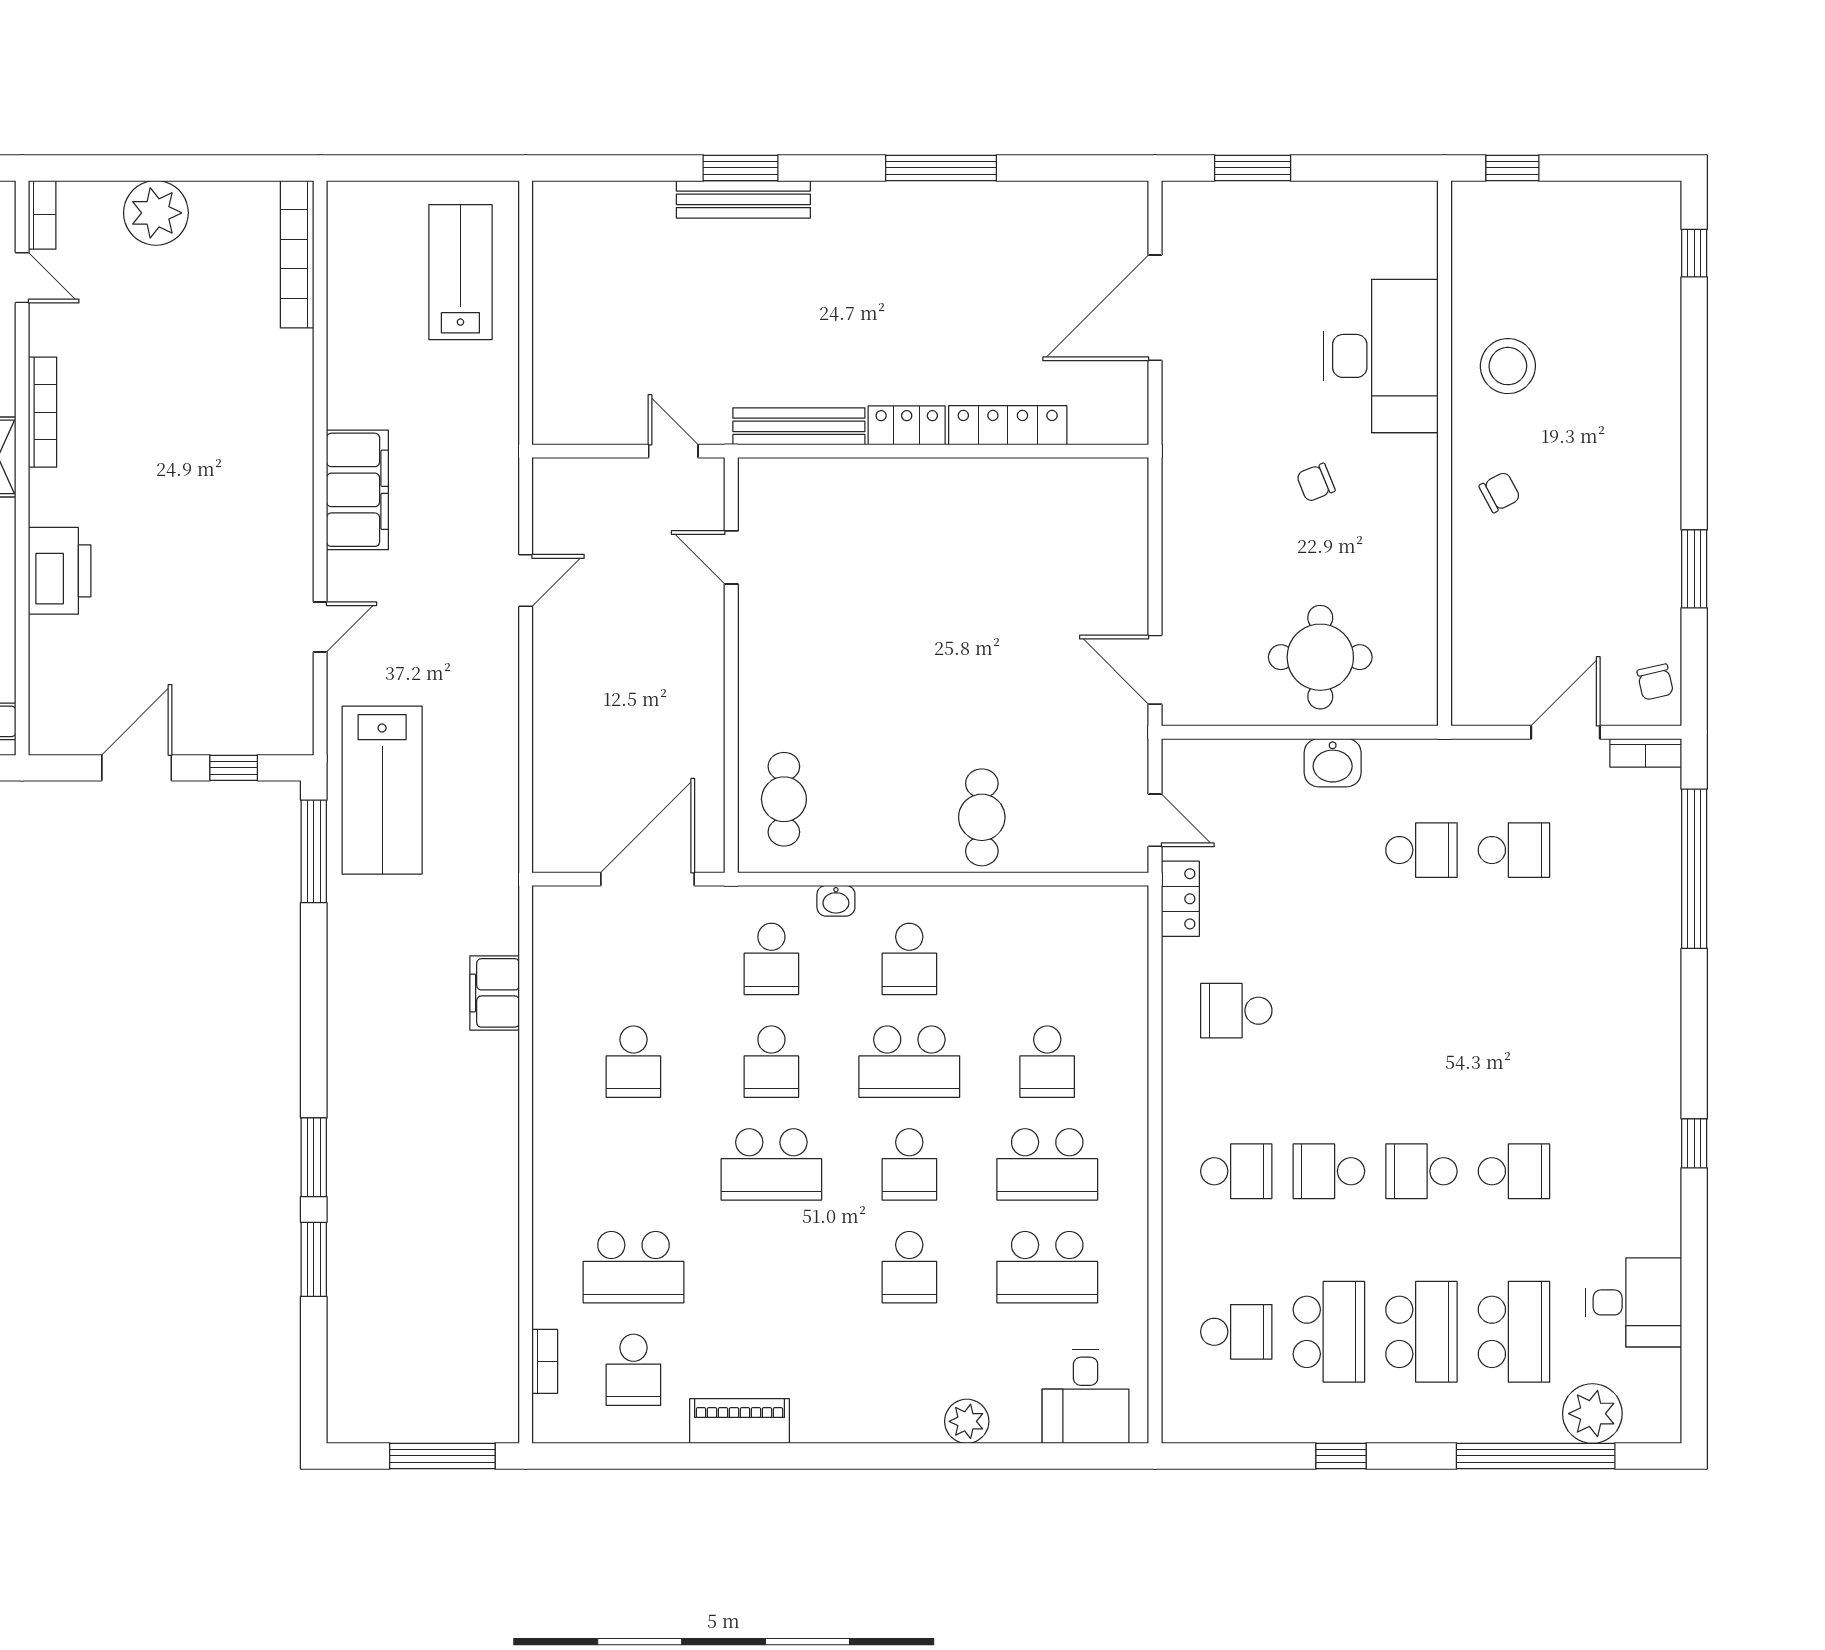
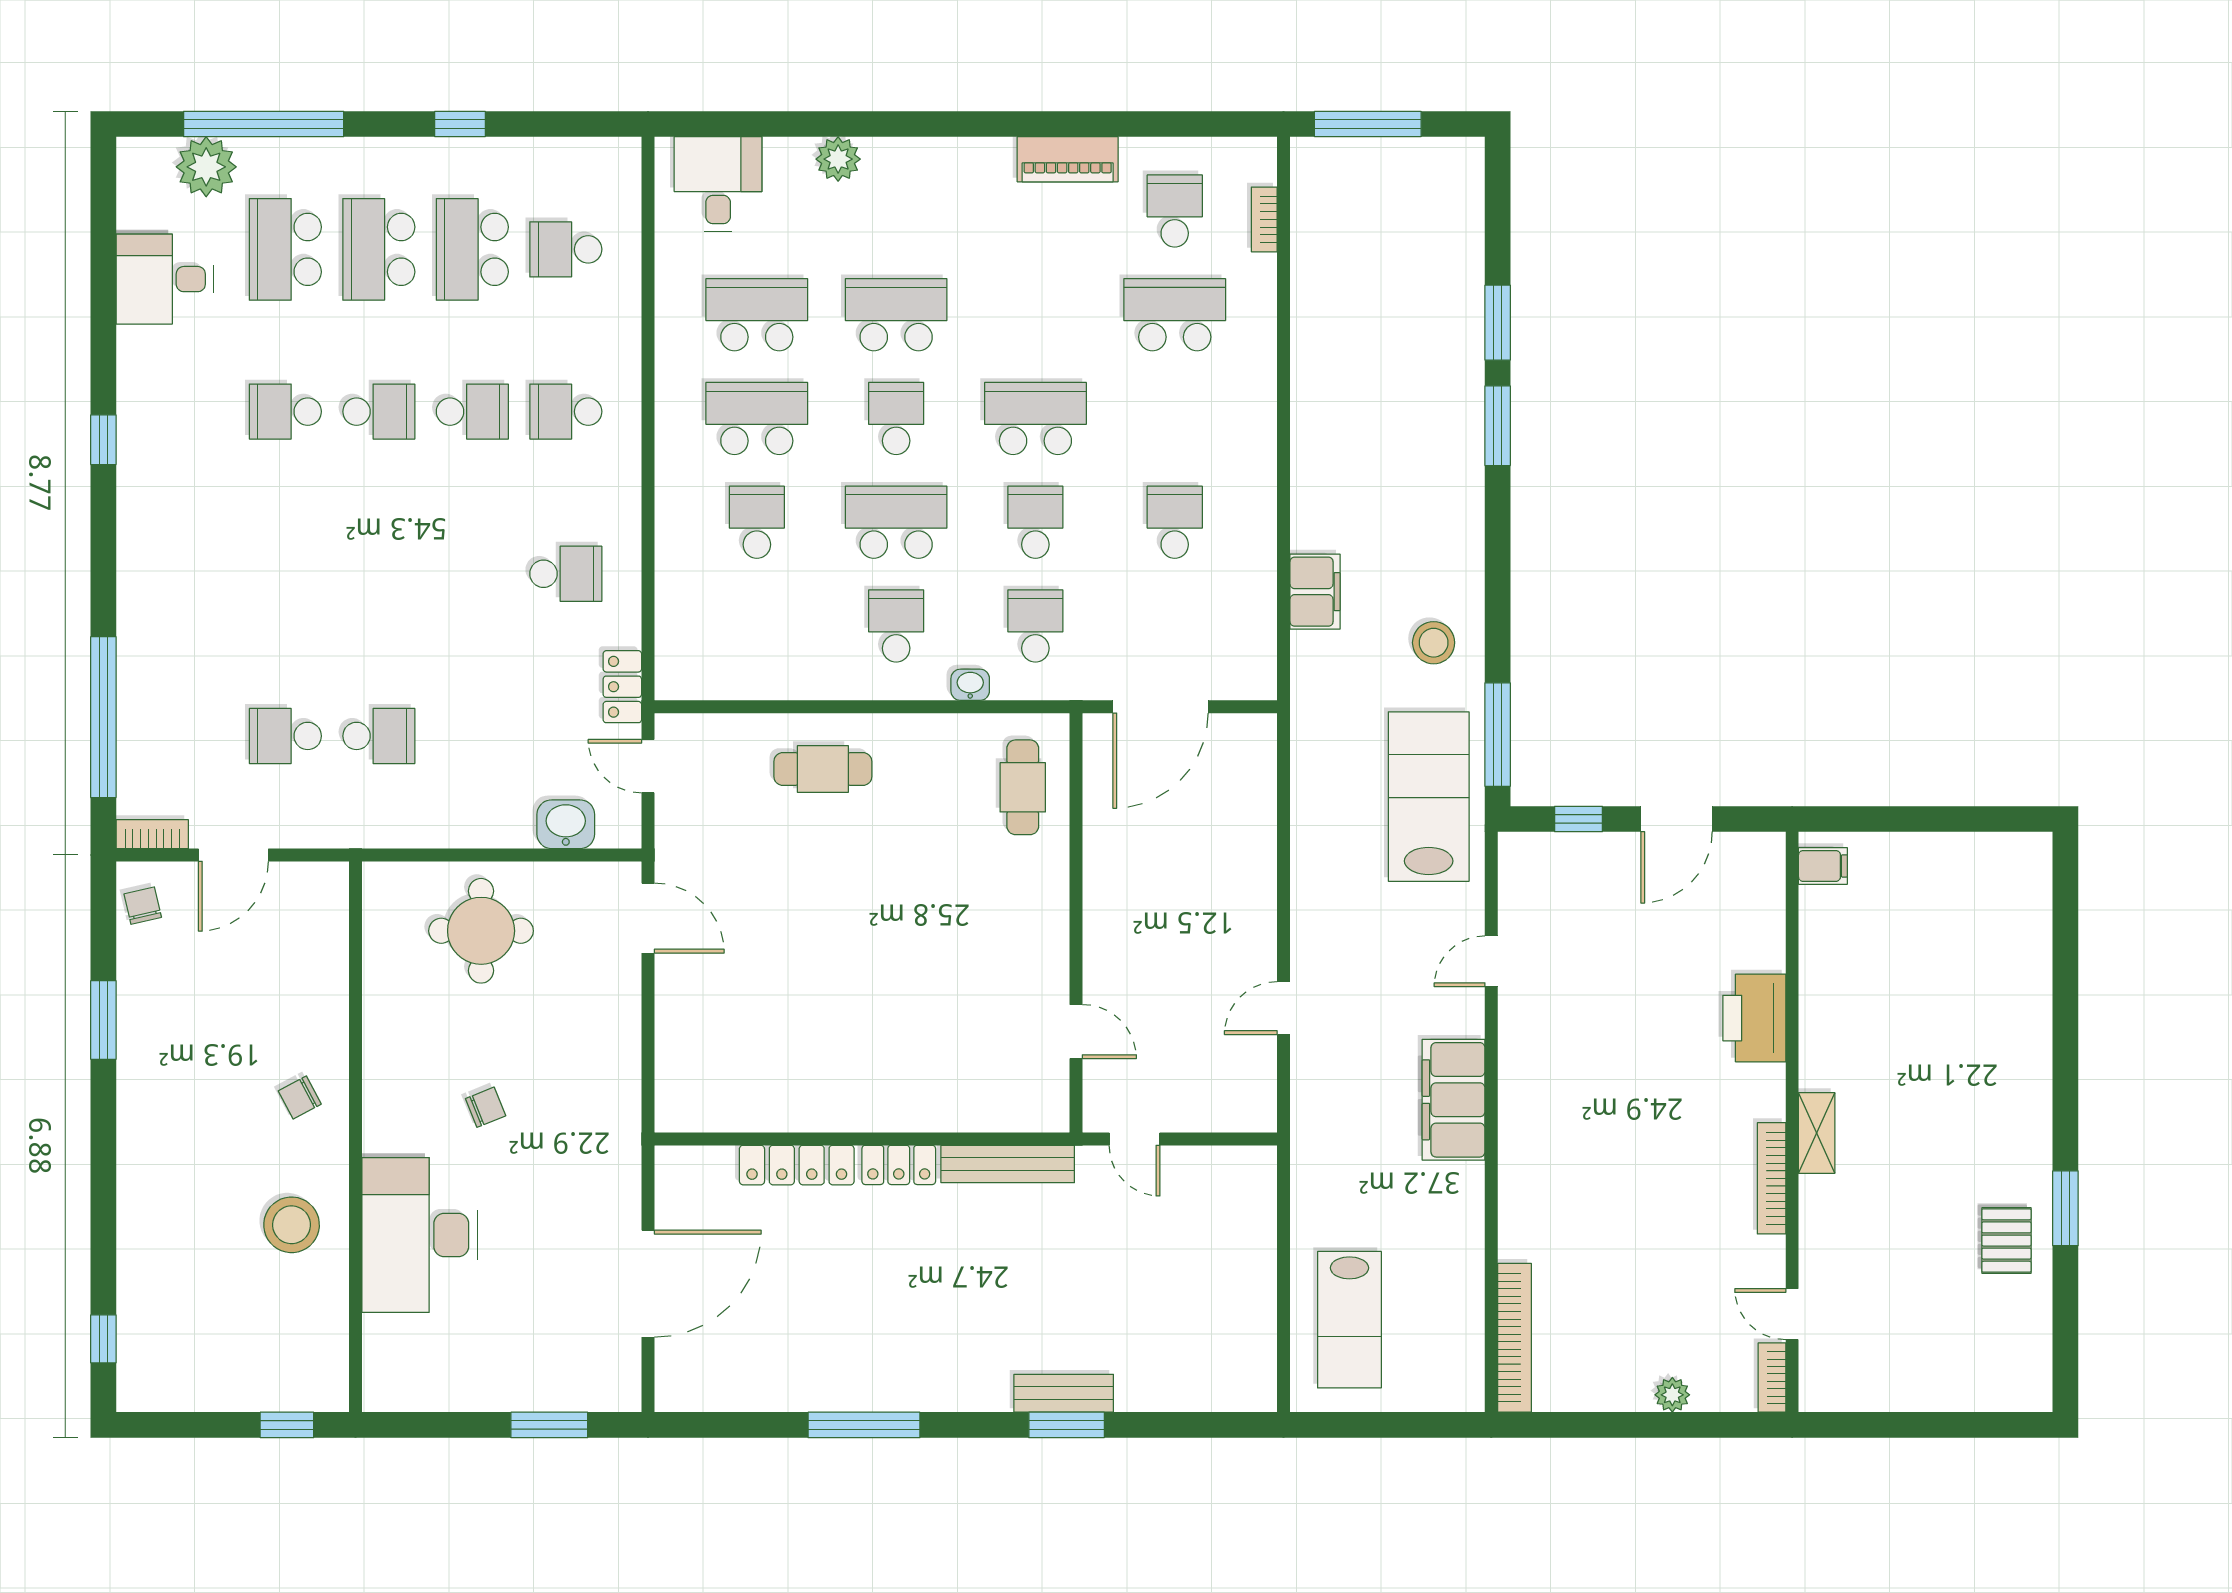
bench: (743, 199) -> (1064, 1393), width x0.73
plant: (156, 213) -> (1672, 1395), width x0.53, depth x0.53
washbasin: (1333, 763) -> (566, 824), moved
cafe table: (982, 817) -> (823, 769), turned 90
school desk: (1421, 850) -> (379, 736), turned 180
stool: (377, 942) -> (1434, 643), added
school desk: (909, 1267) -> (896, 315), width x1.85

